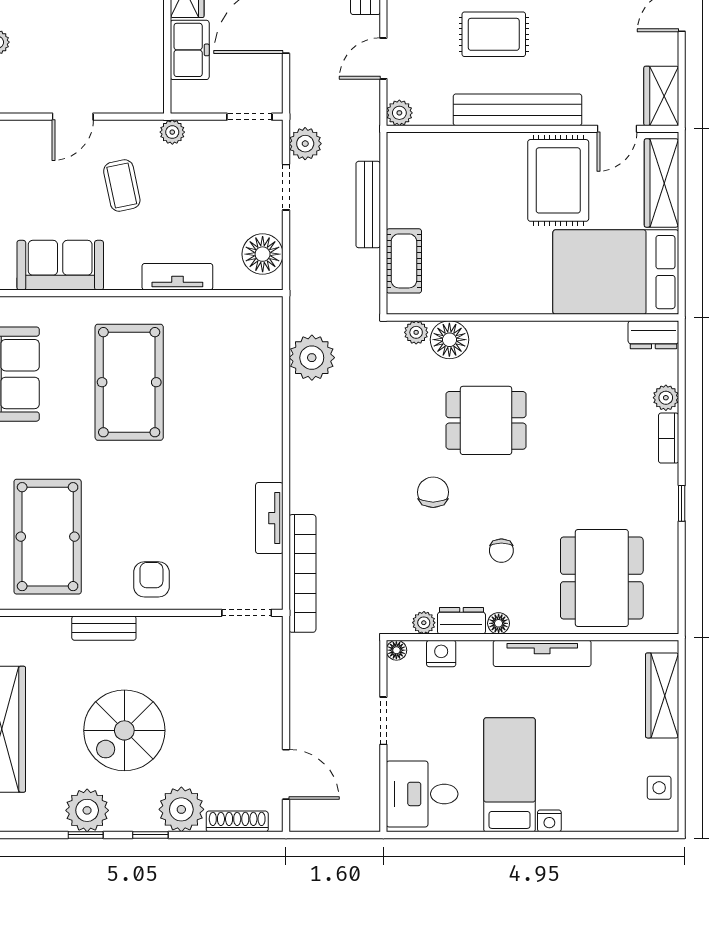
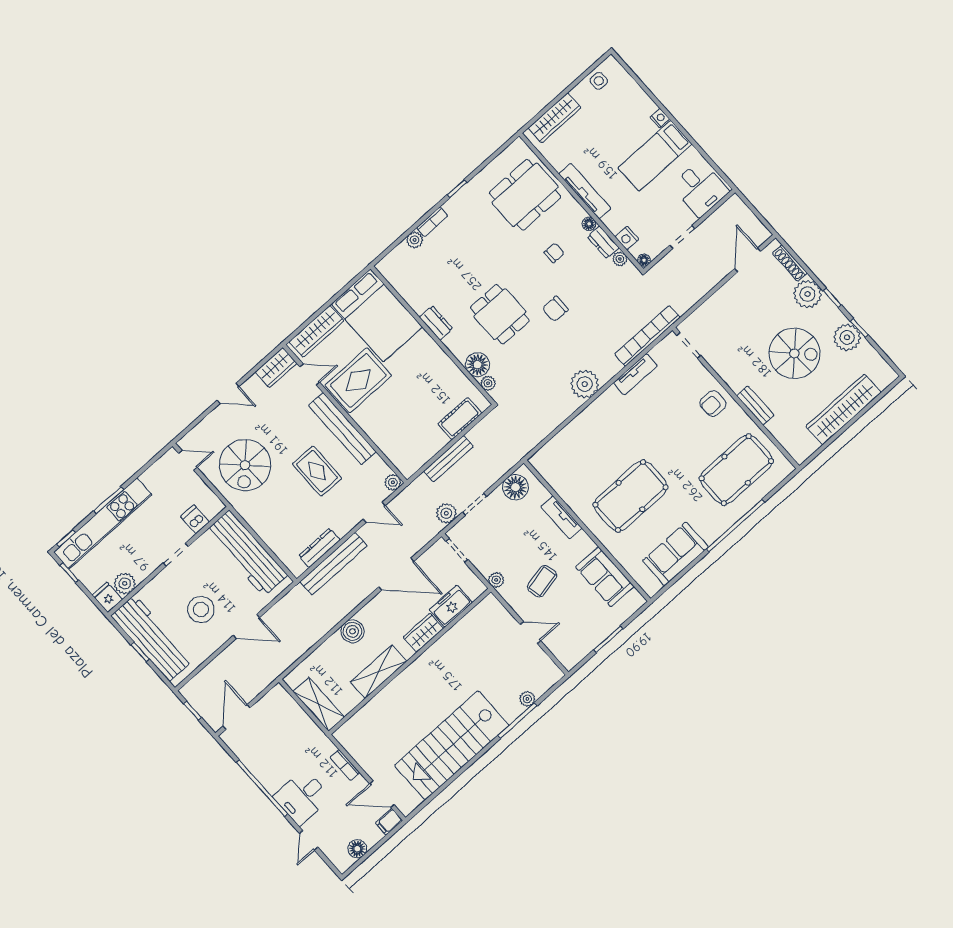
dresser: (653, 335) -> (436, 323), moved
plant: (312, 358) -> (585, 384), moved

